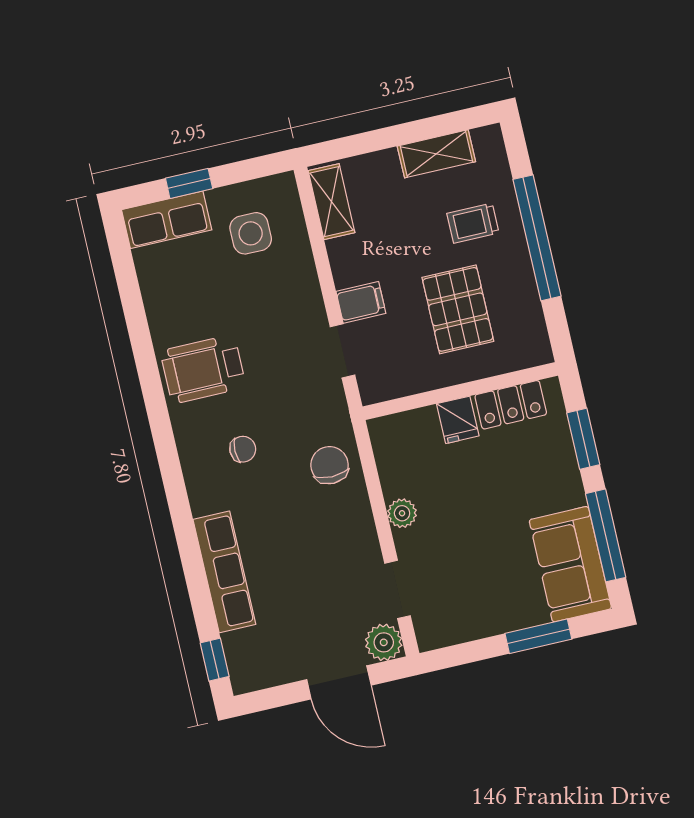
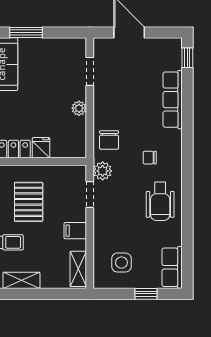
row of seats: (167, 220) -> (172, 267), moved, turned -90
filing cabinet: (361, 302) -> (75, 231), moved
wheelchair: (203, 369) -> (160, 201), turned 90
plant: (384, 642) -> (103, 171), moved

